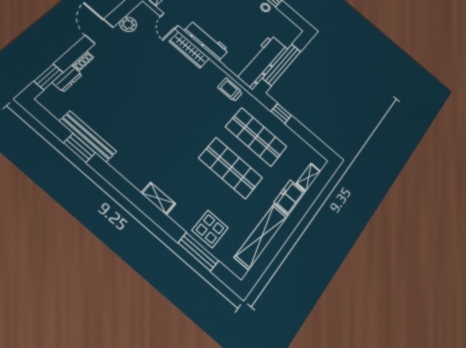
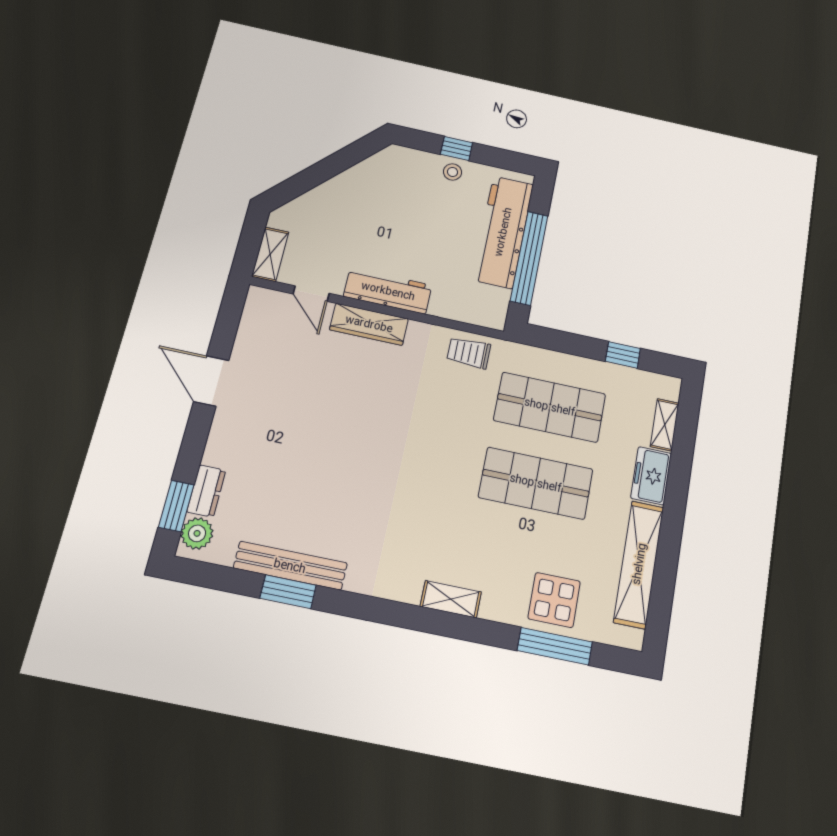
plant: (128, 24) -> (197, 533), moved
shoe rack: (83, 61) -> (214, 446), removed
workbench: (262, 62) -> (503, 232), moved
window: (281, 113) -> (623, 355), moved

